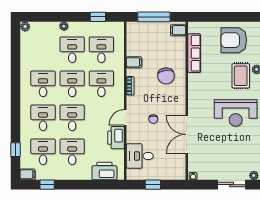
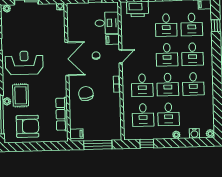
water cooler: (43, 27) -> (194, 133), added
filing cabinet: (134, 62) -> (112, 39), moved
double door: (187, 134) -> (67, 59), moved
printer: (116, 138) -> (128, 38), removed

